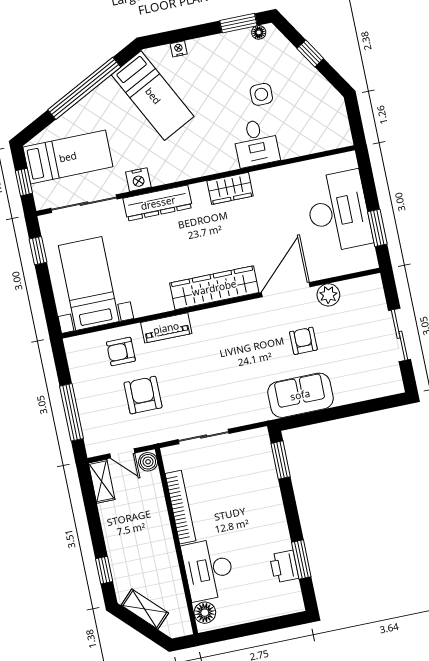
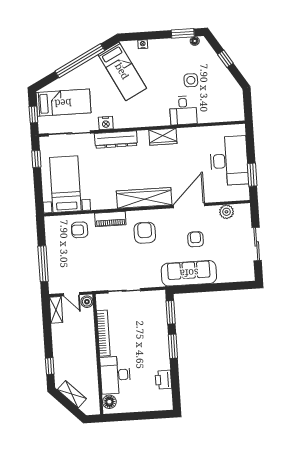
plant: (328, 295) -> (226, 212), moved
armchair: (143, 395) -> (145, 233), moved
sofa: (300, 395) -> (189, 273), width x1.36
window: (301, 560) -> (173, 346), moved

